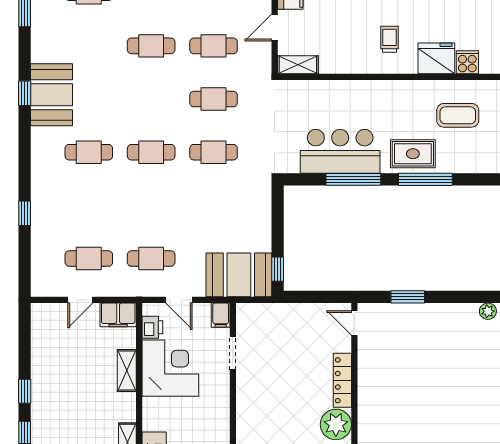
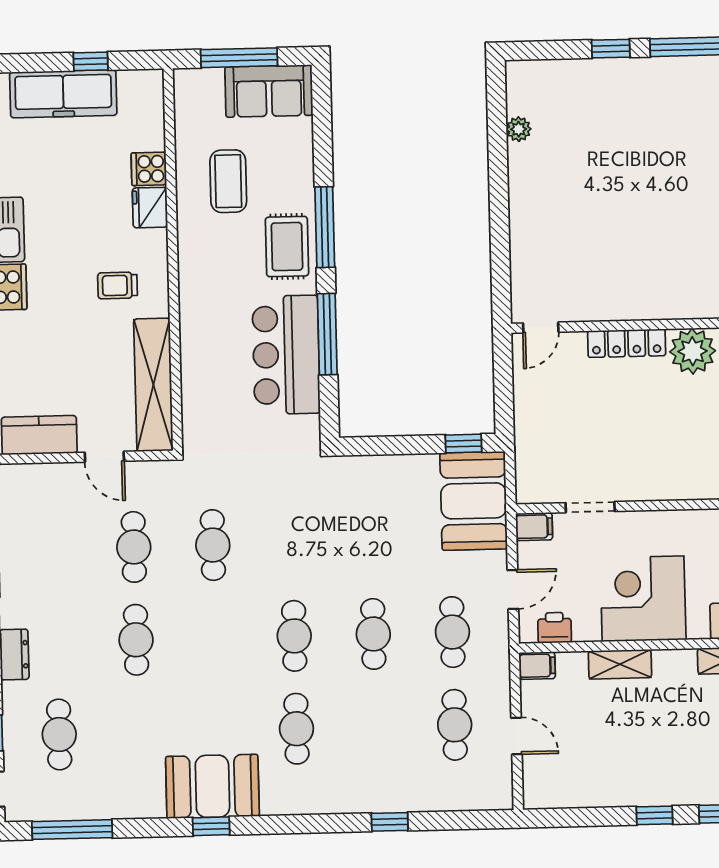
fridge: (436, 58) -> (150, 208), width x0.73, depth x0.75
shelving: (298, 65) -> (153, 385), width x2.20, depth x1.33
cafe table: (214, 152) -> (373, 634), moved
window: (408, 297) -> (500, 249), removed
filing cabinet: (118, 315) -> (537, 666), width x0.50
corner desk: (170, 368) -> (643, 599), moved

